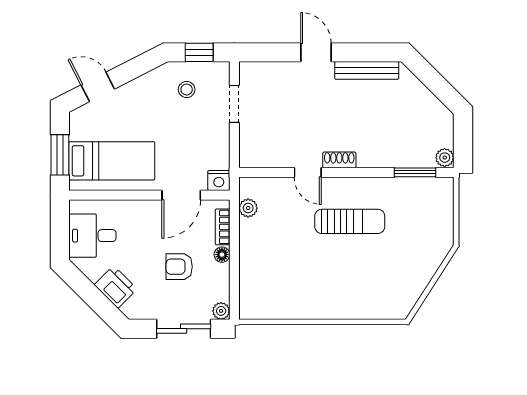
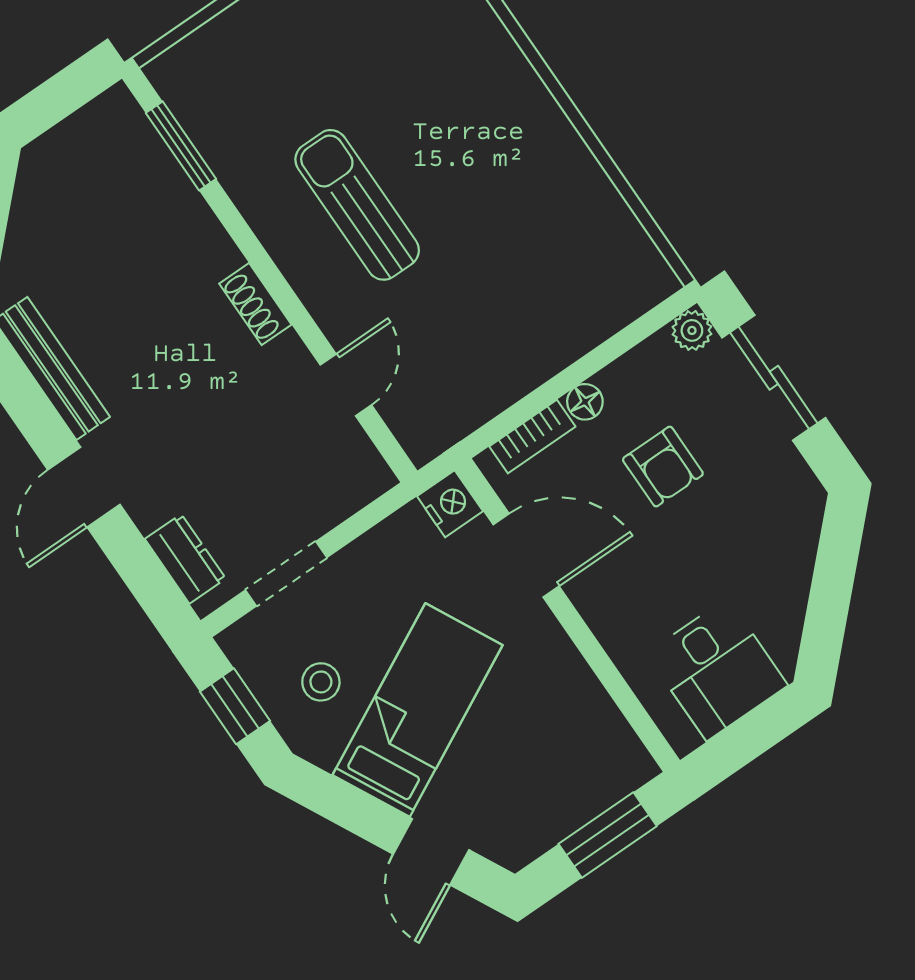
dresser: (265, 71) -> (185, 559), added
plant: (445, 158) -> (114, 109), removed
bed: (112, 161) -> (418, 710), moved, turned 63
door: (308, 172) -> (346, 385), moved
plant: (248, 208) -> (464, 413), removed
printer: (116, 287) -> (783, 559), removed

